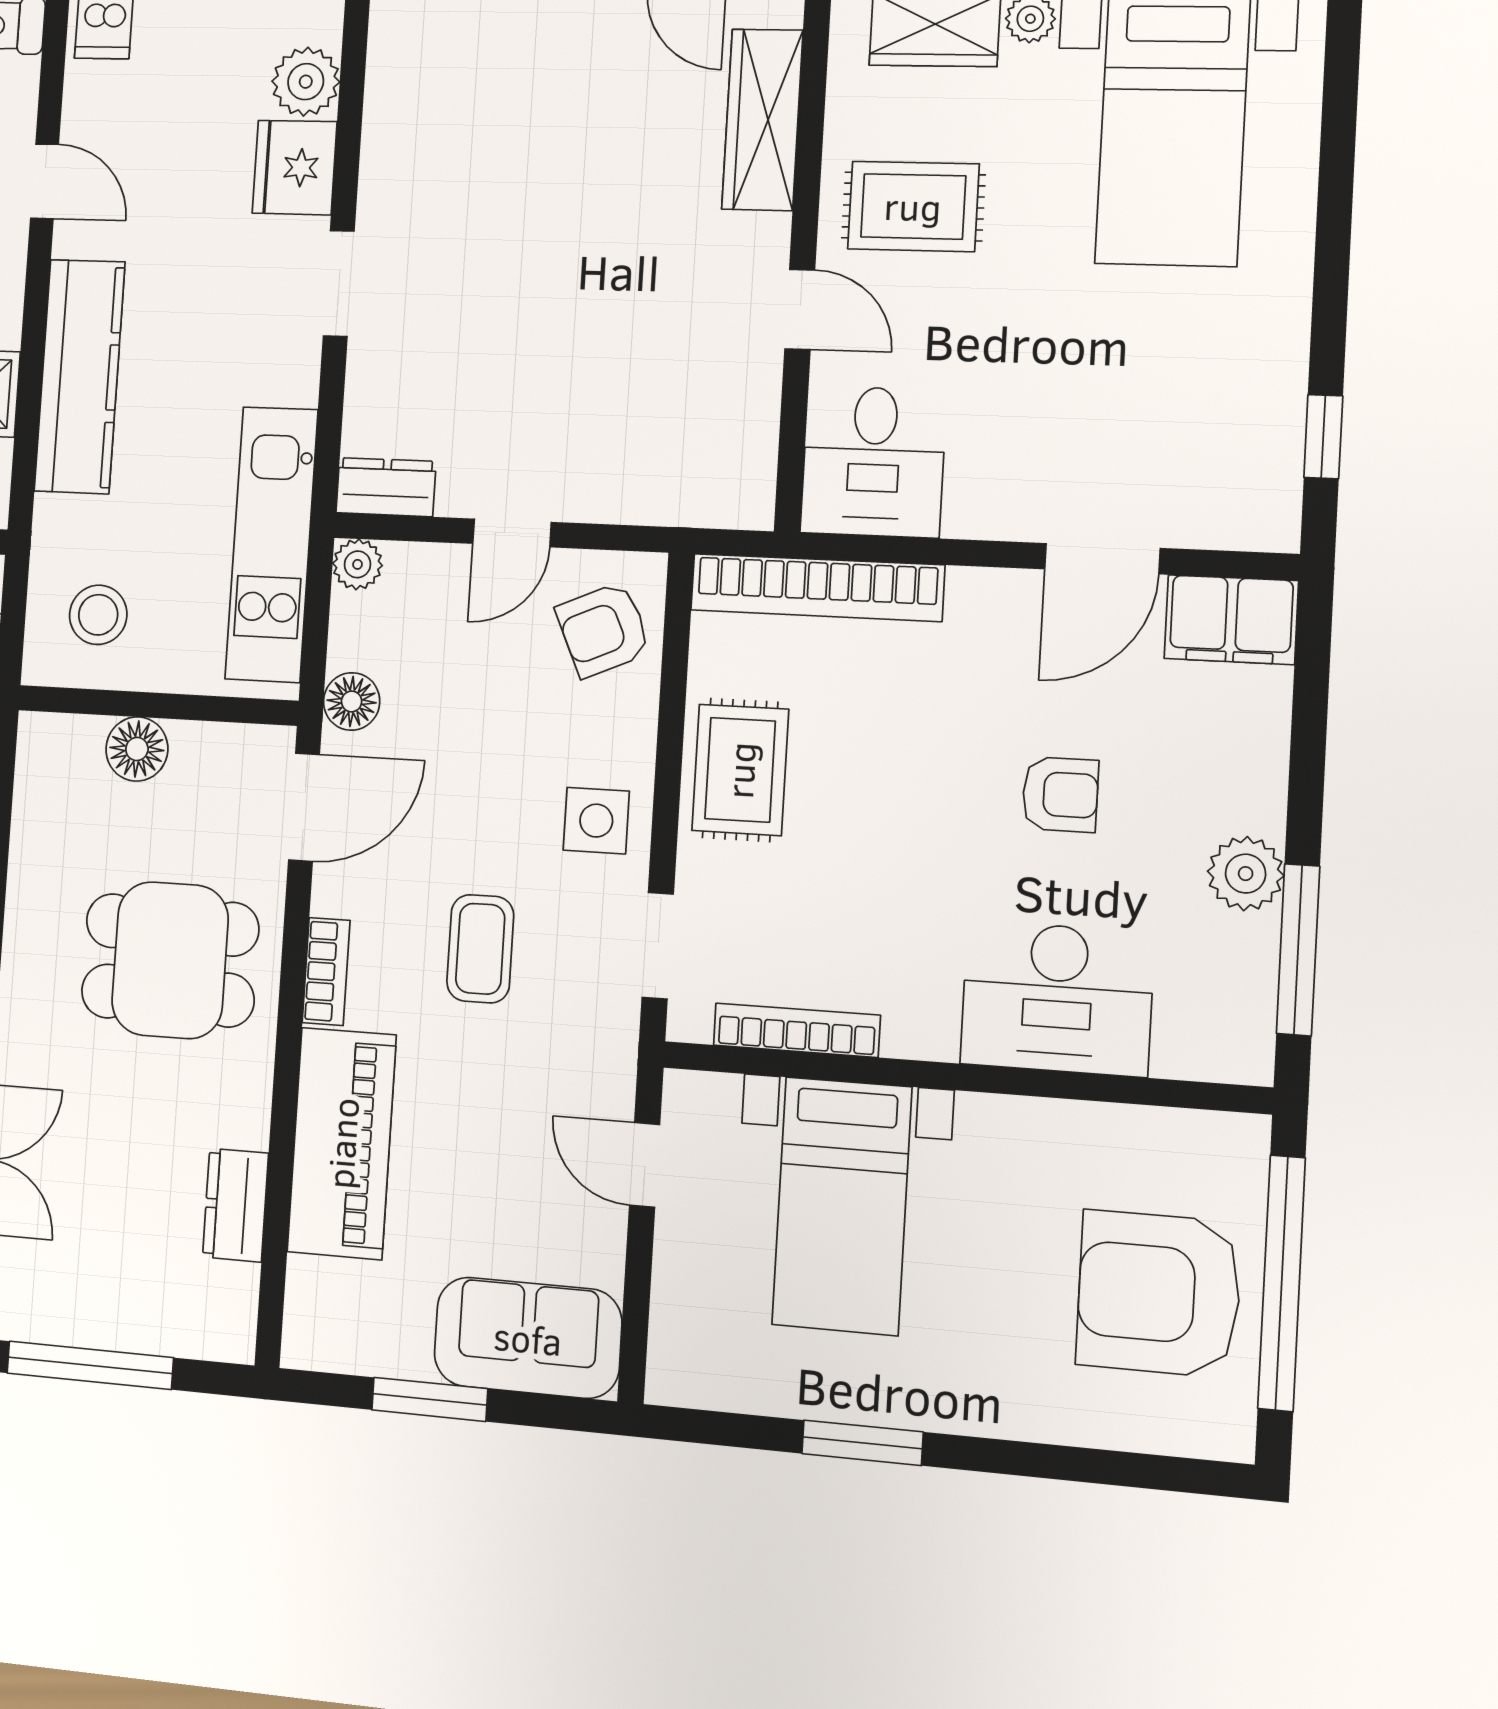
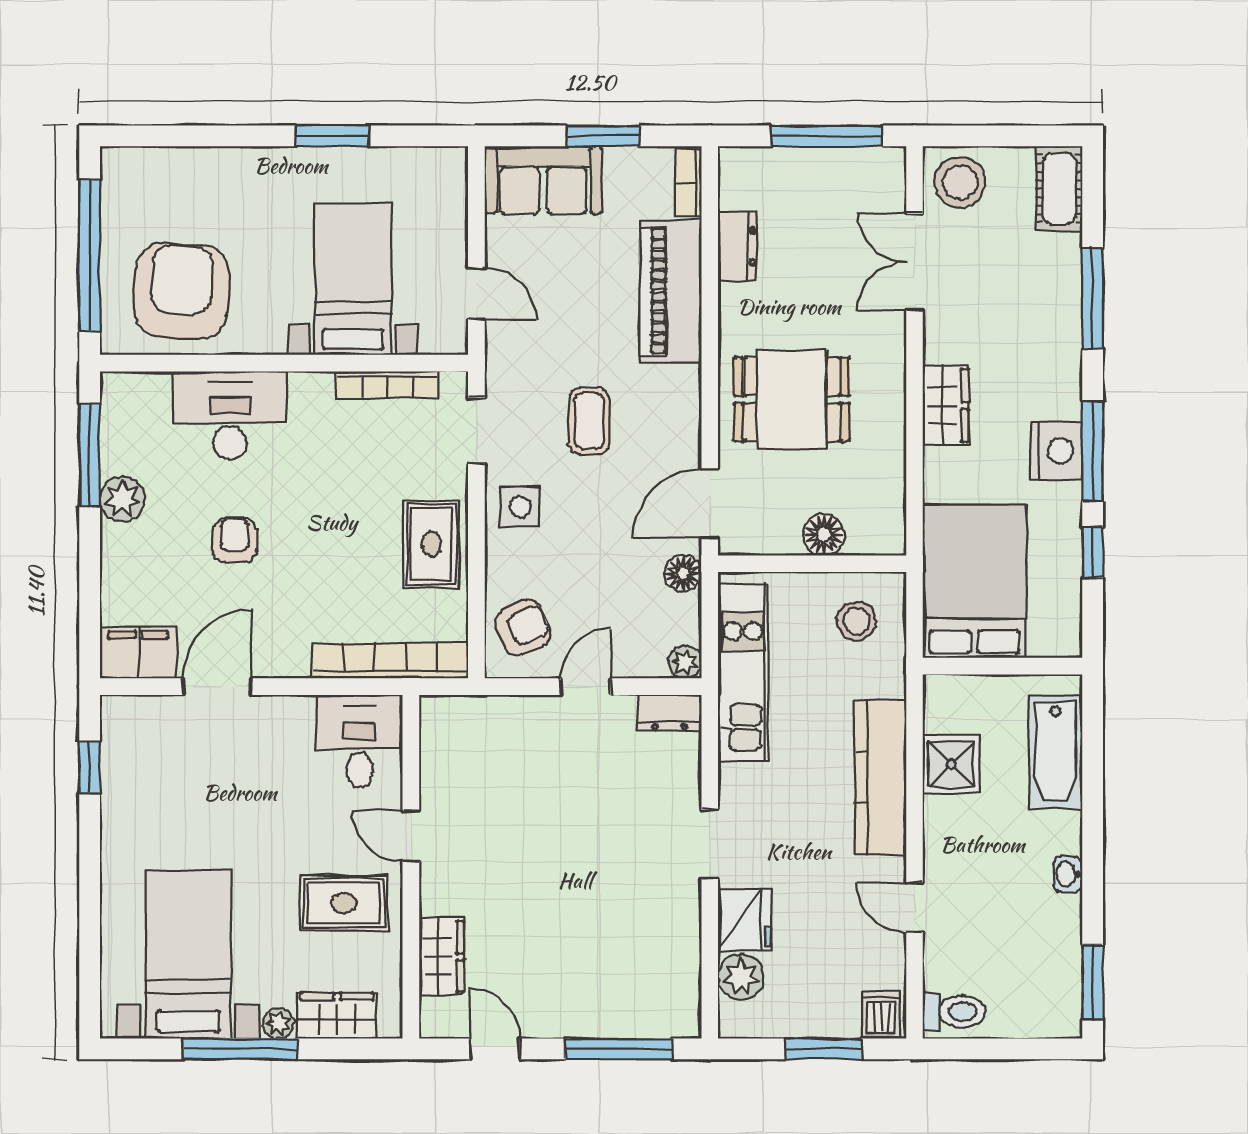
wardrobe: (762, 120) -> (441, 957), width x0.67
armchair: (1060, 794) -> (235, 540), turned 90
bookcase: (326, 971) -> (688, 183), moved
armchair: (1159, 1294) -> (181, 291), moved, turned -87

